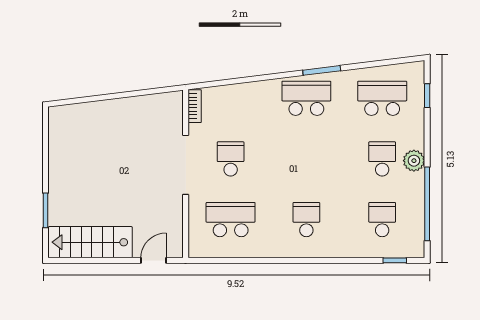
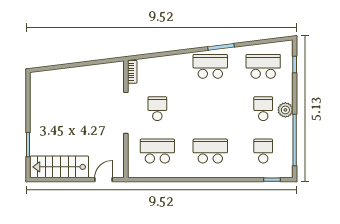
school desk: (306, 220) -> (210, 151), width x1.85

